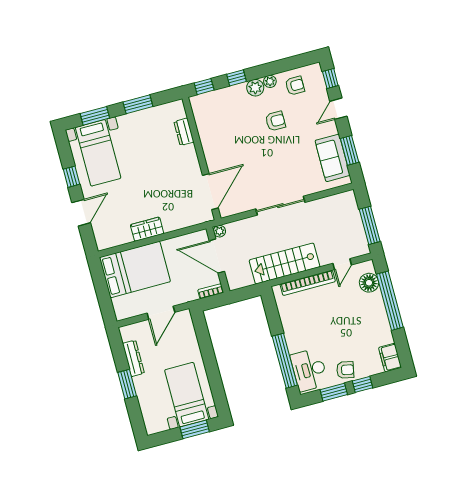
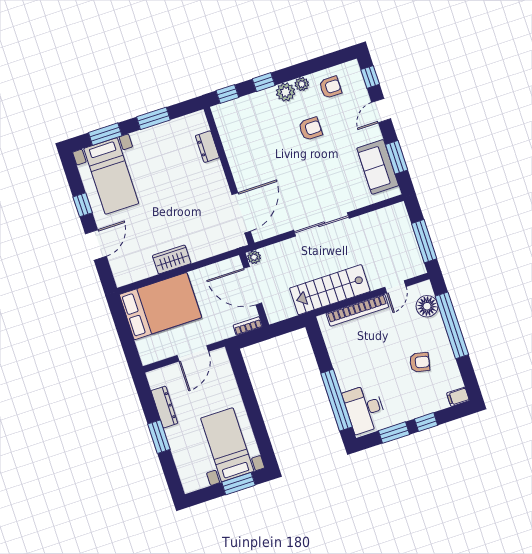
filing cabinet: (390, 358) -> (458, 397), width x0.50
armchair: (345, 370) -> (420, 362), moved

